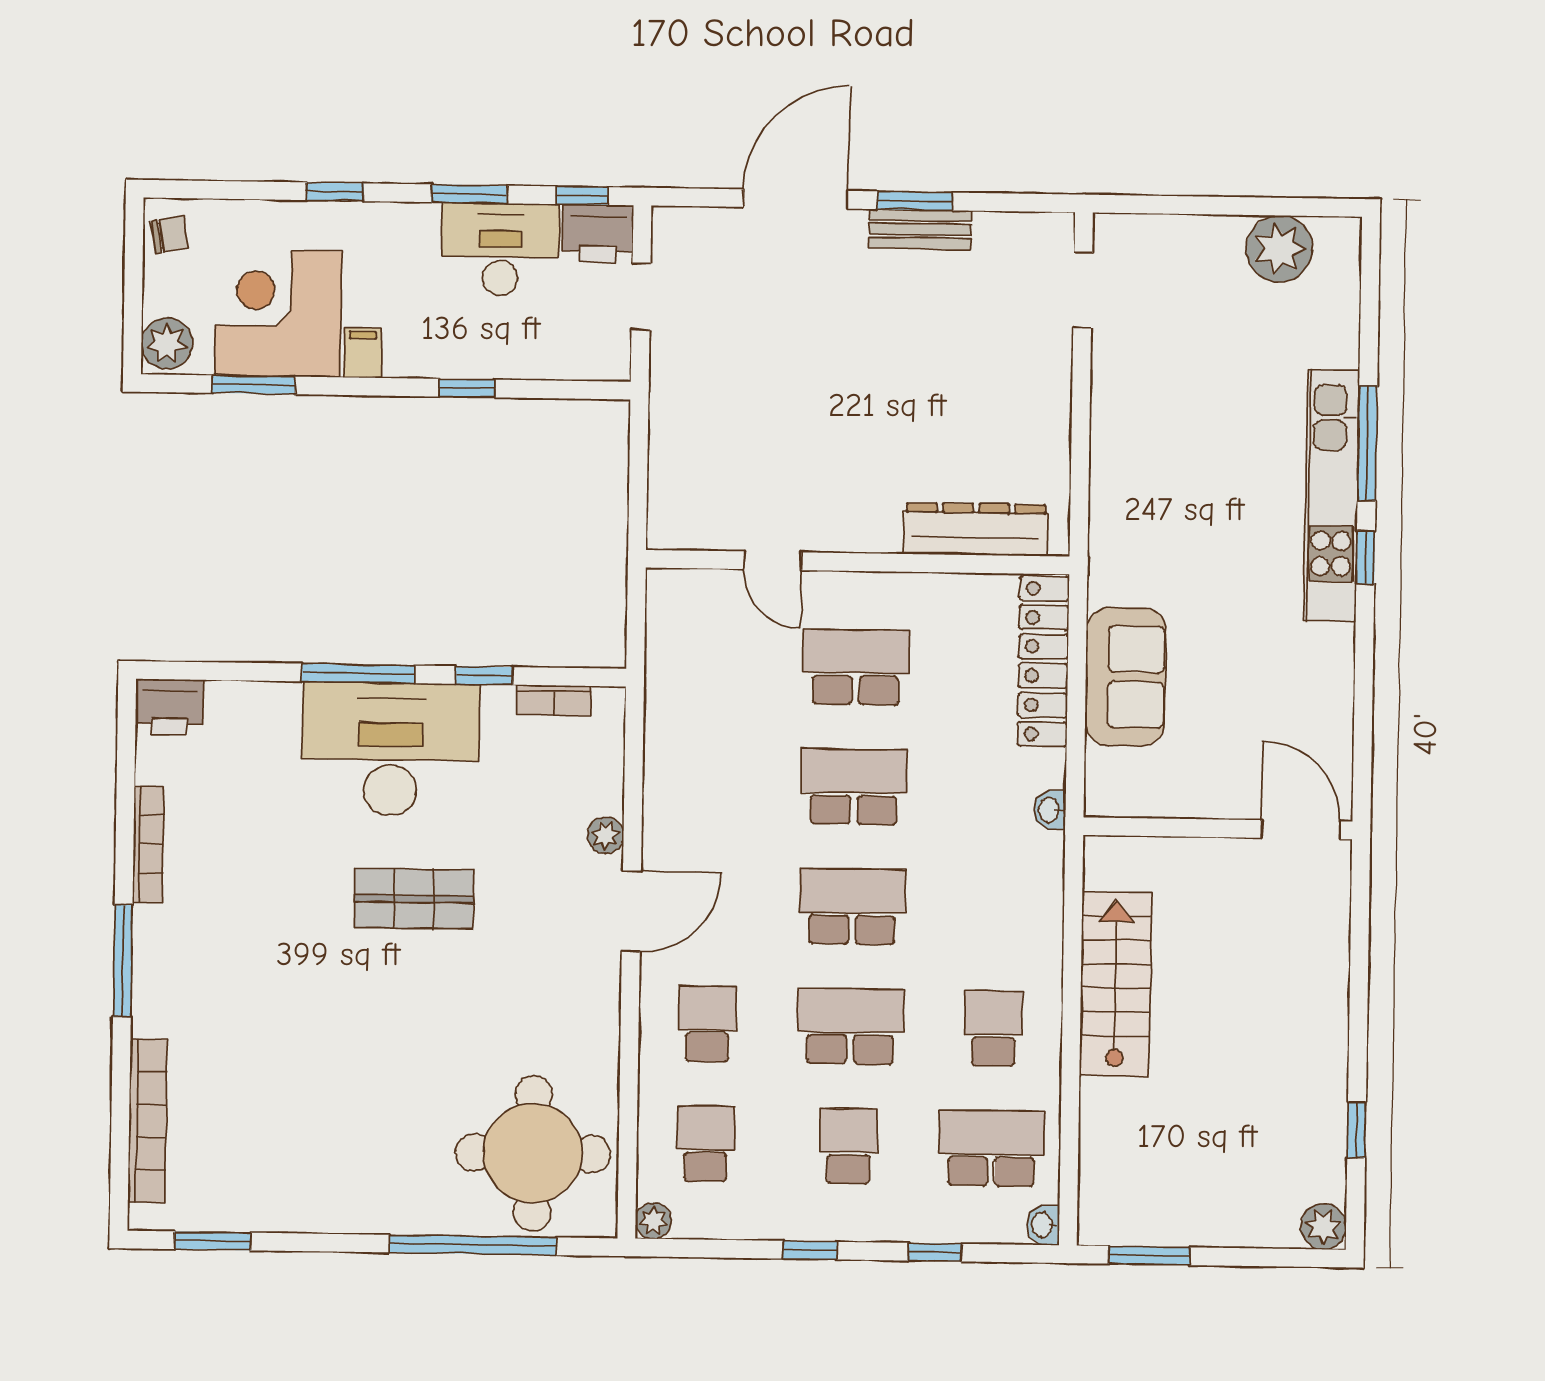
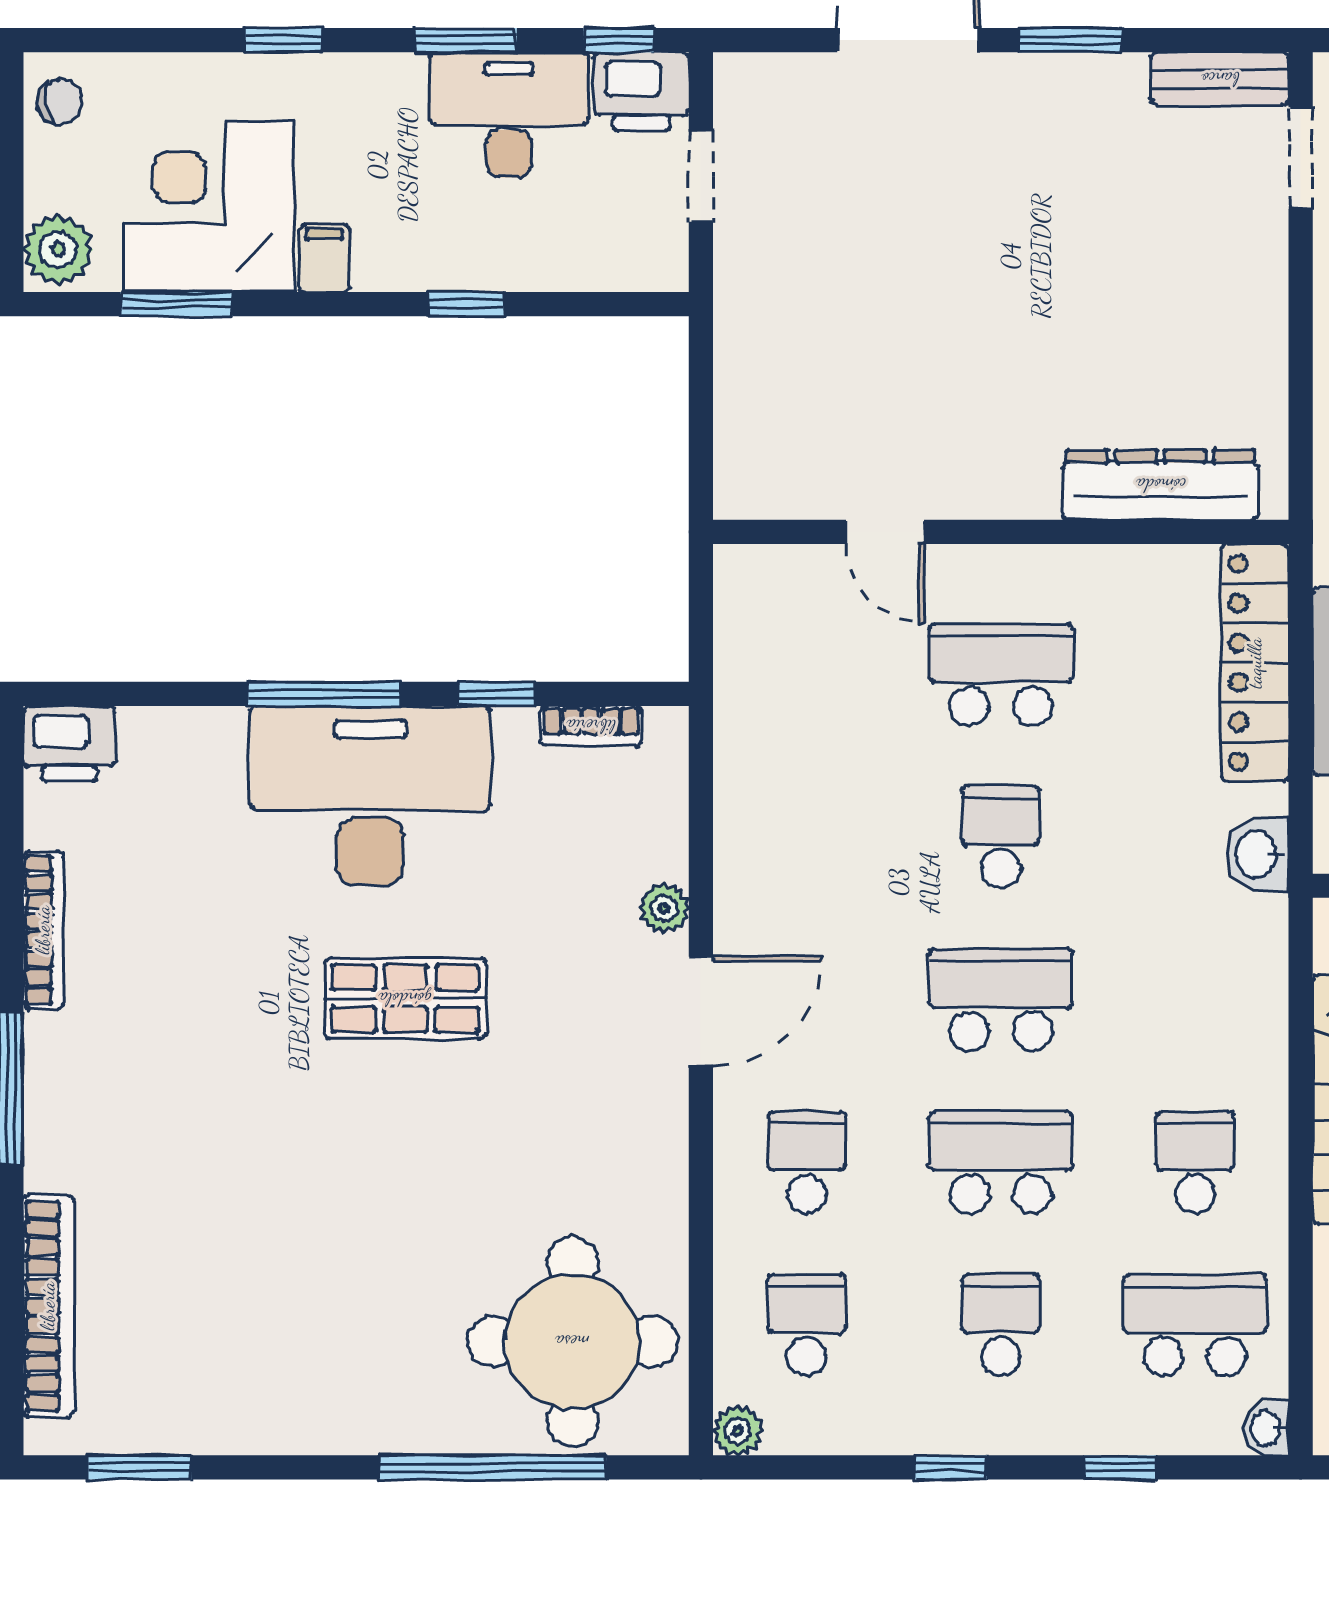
bench: (920, 229) -> (1220, 79), moved
school desk: (854, 787) -> (1001, 837), width x0.54
washbasin: (1050, 810) -> (1257, 854), width x1.38, depth x1.45

